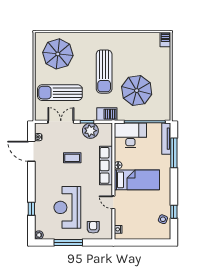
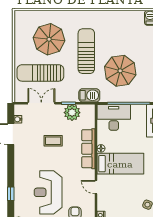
parasol: (58, 54) -> (49, 39), moved
sun lounger: (104, 72) -> (86, 51), turned 180

